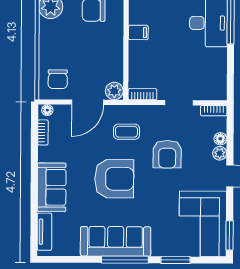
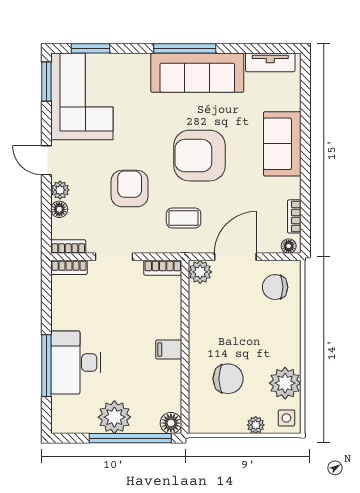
chair: (58, 79) -> (275, 287), turned -90
bookcase: (213, 95) -> (69, 267), added
tv unit: (44, 232) -> (270, 62), moved, turned -90
window: (176, 260) -> (90, 48), moved

